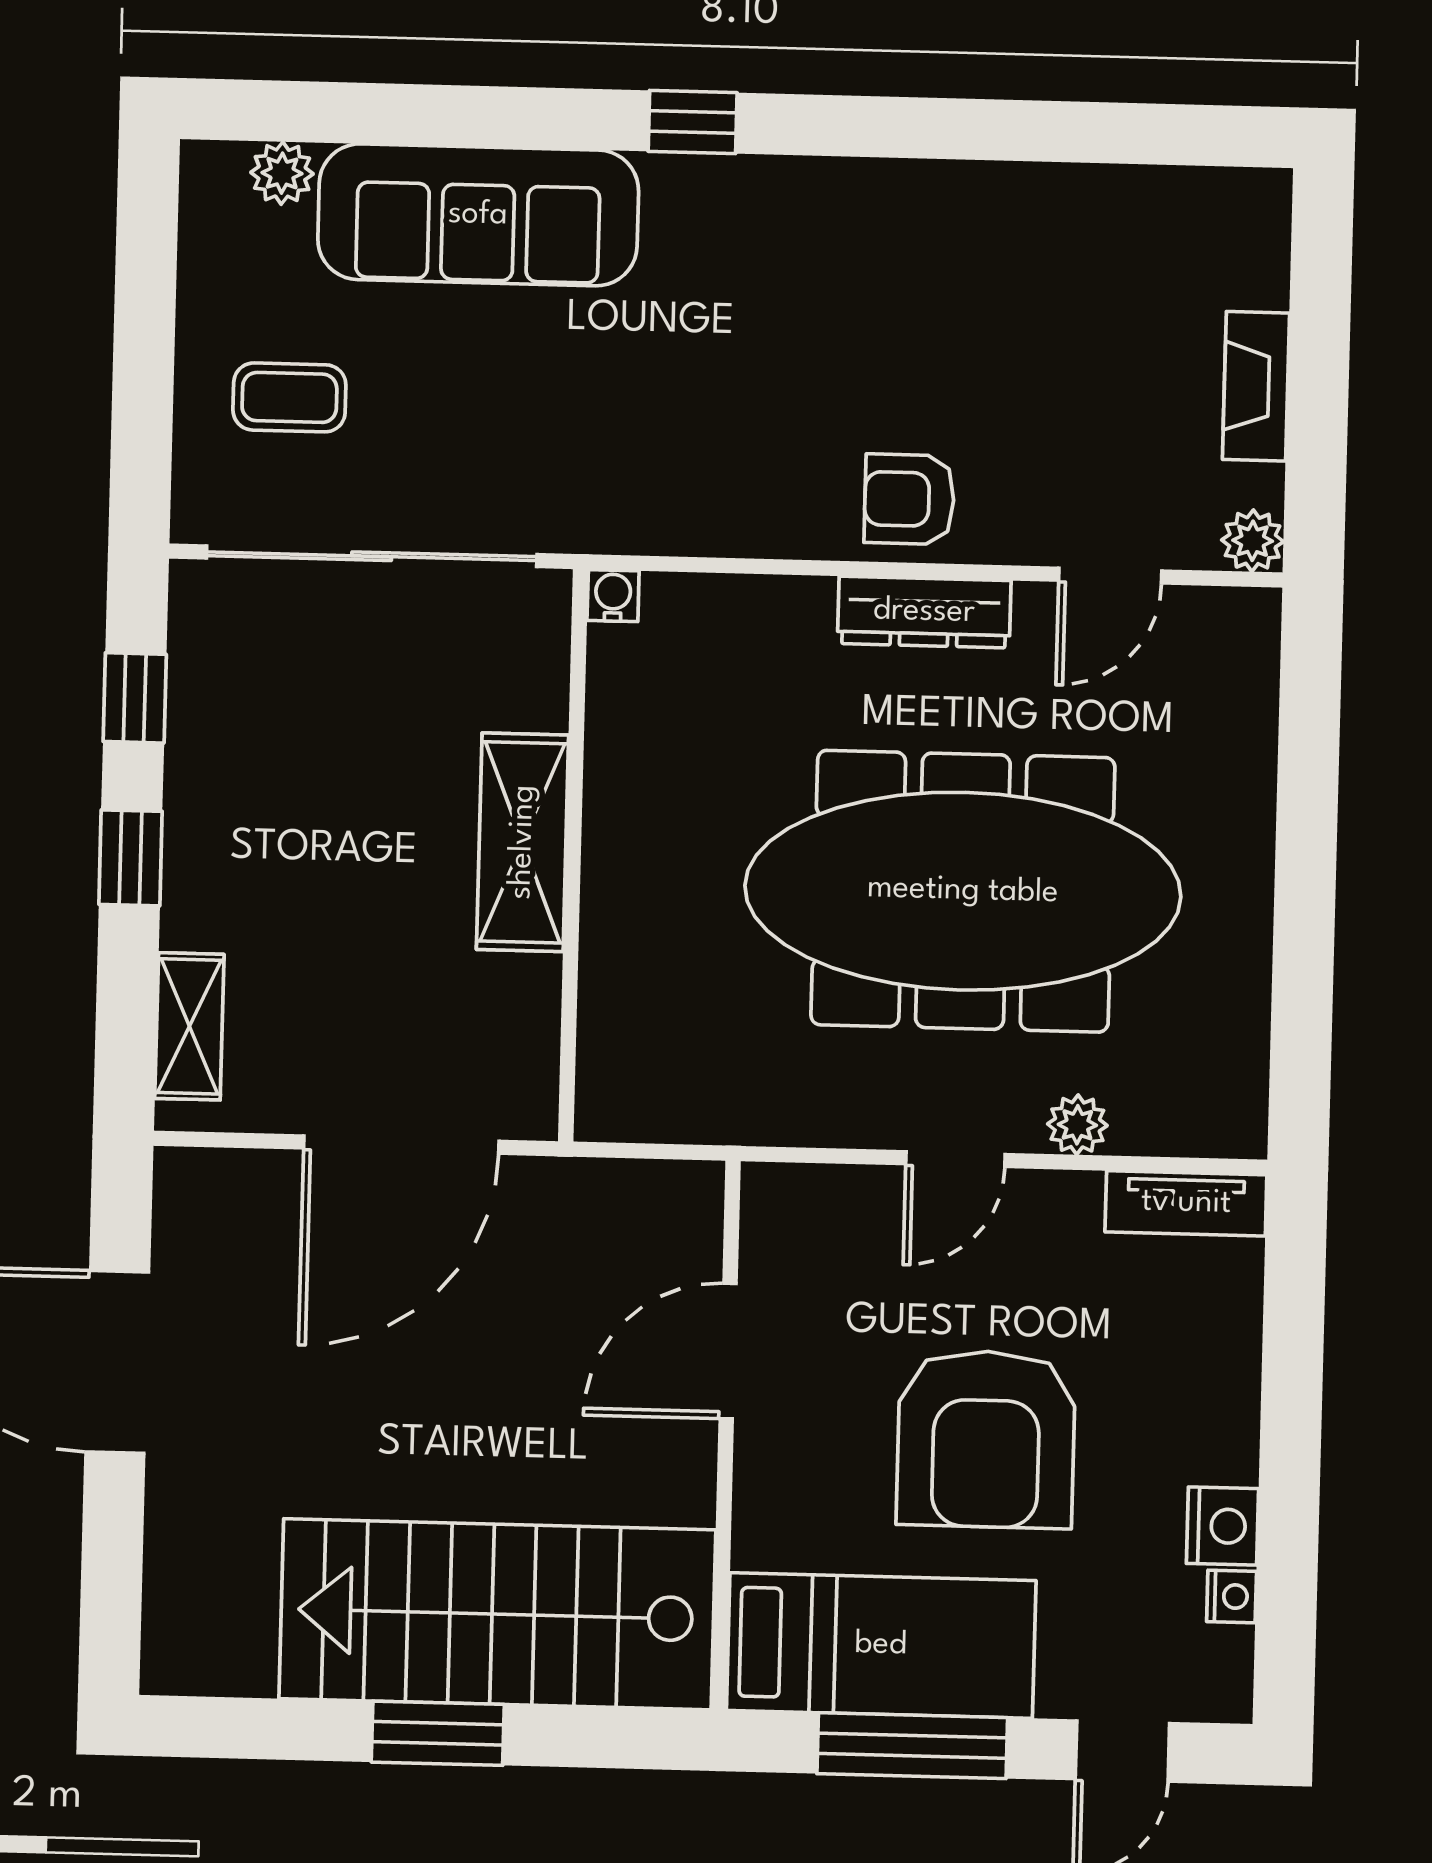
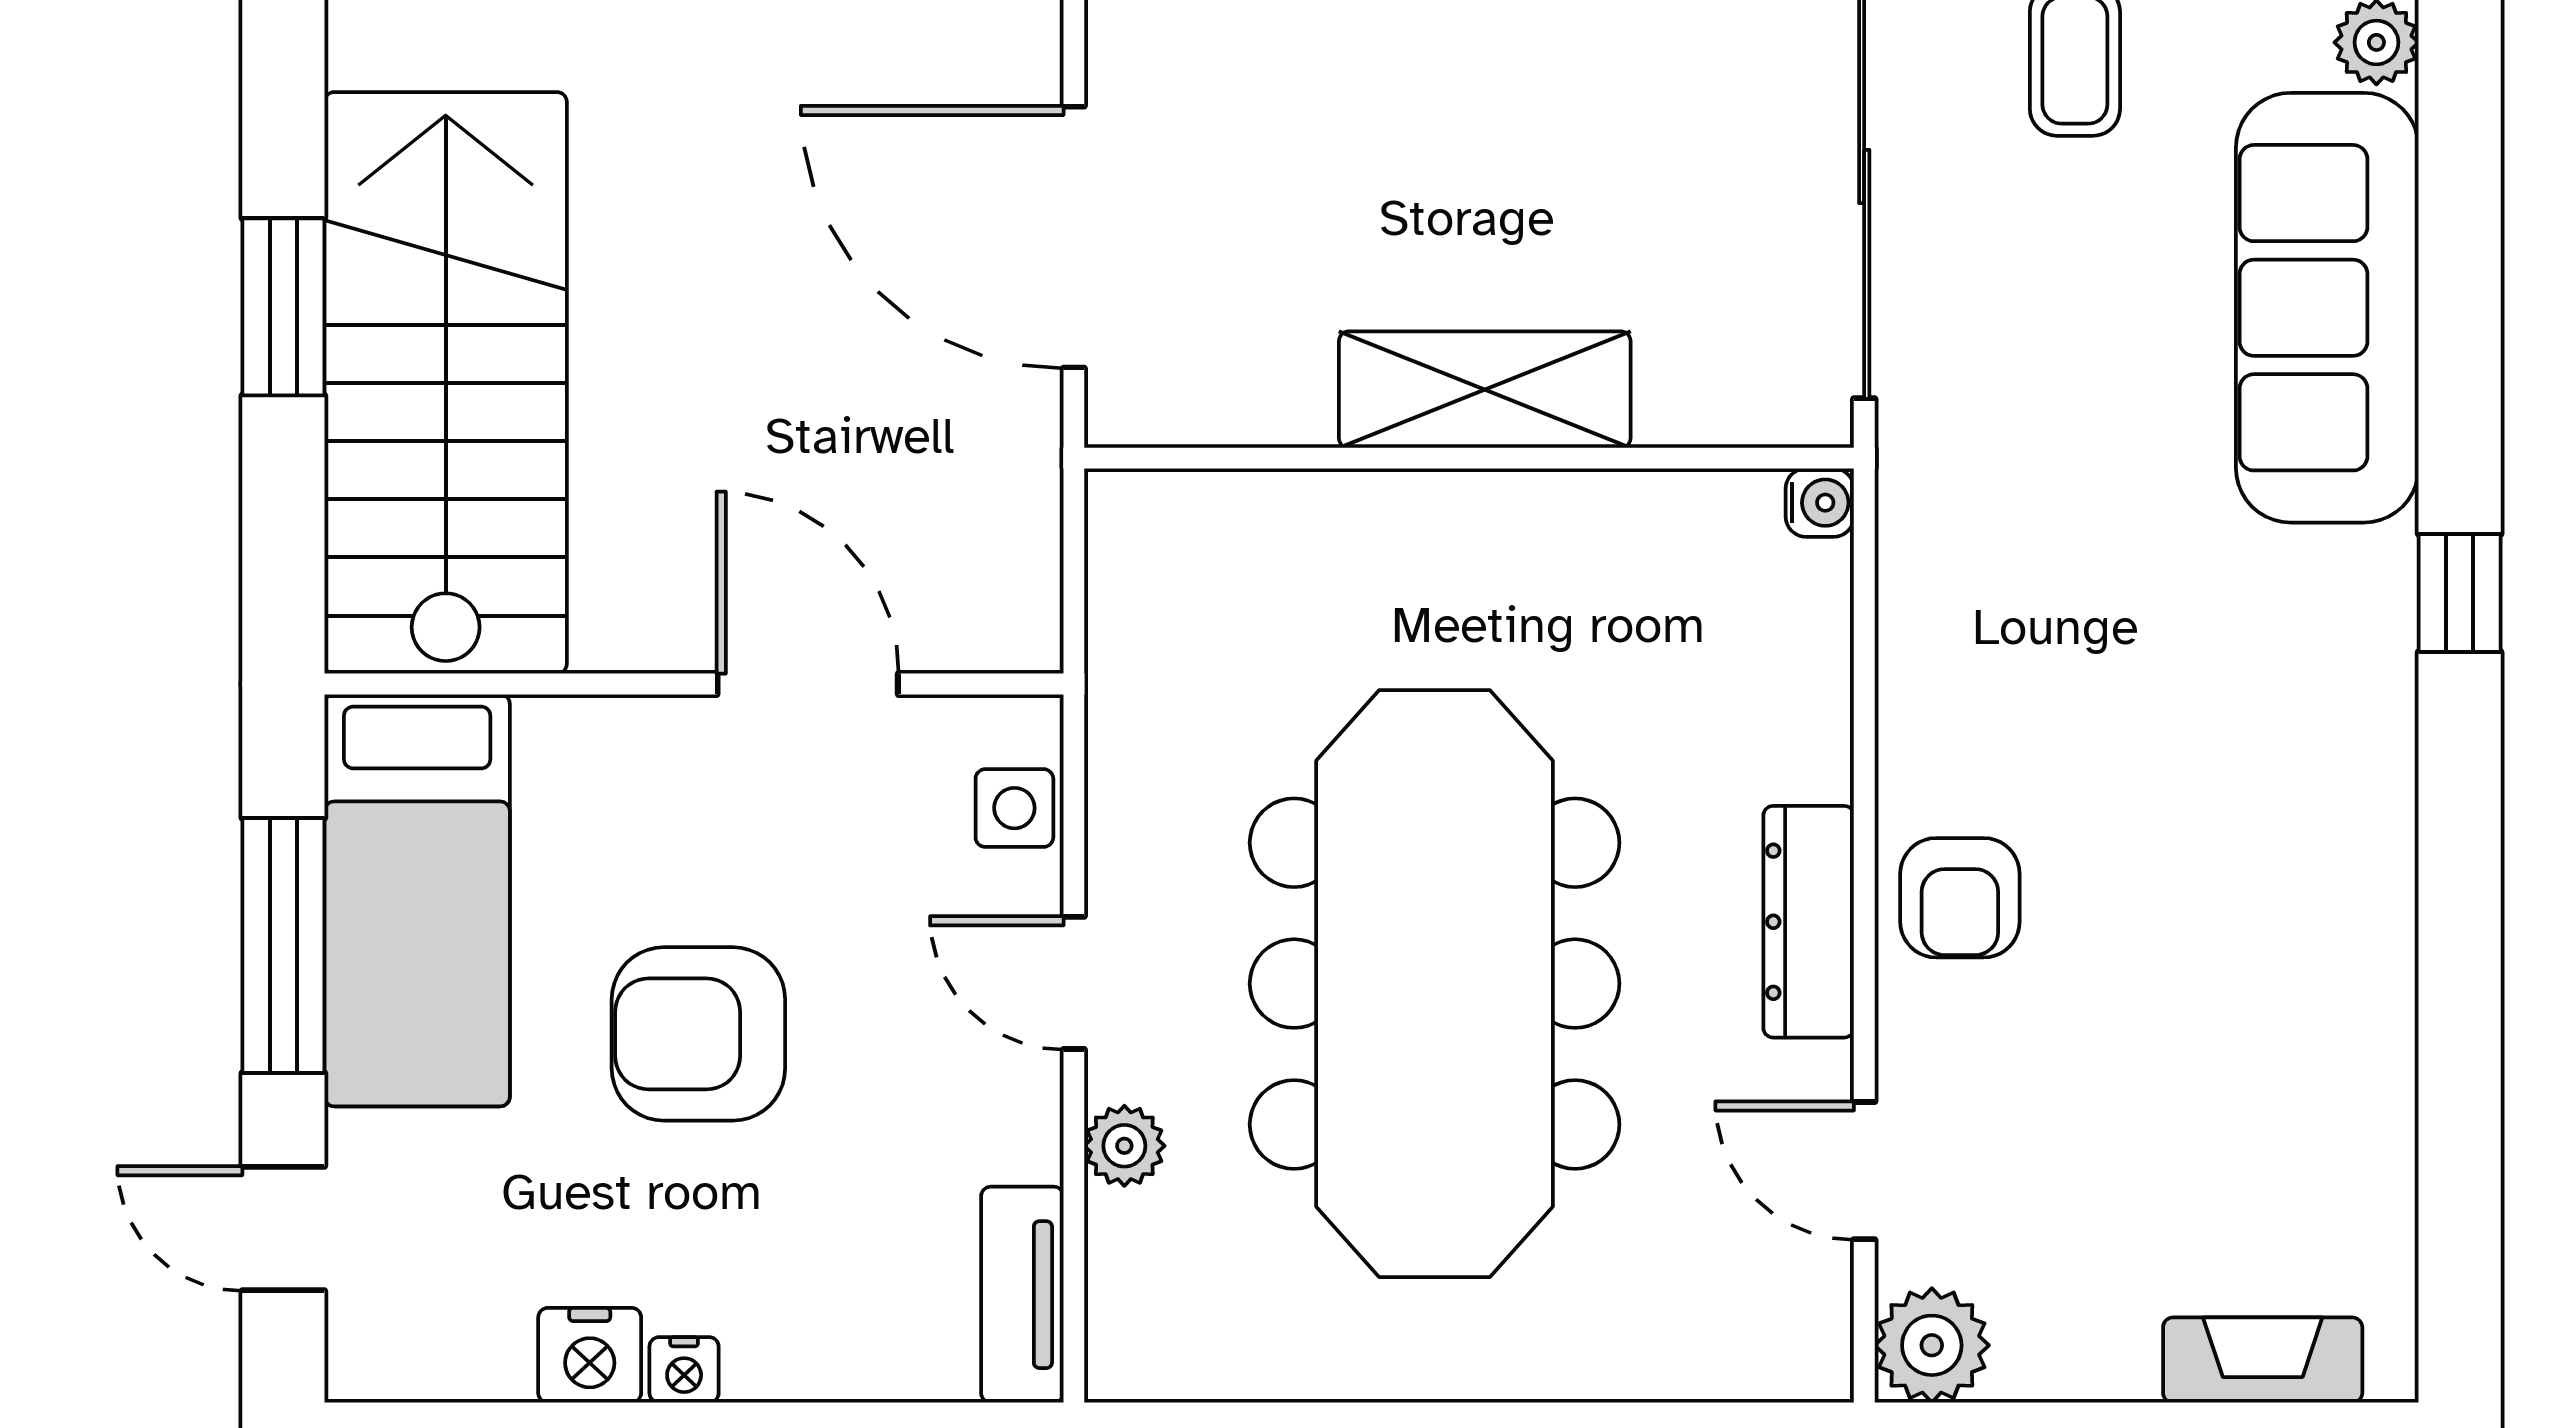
fireplace: (1256, 386) -> (2263, 1360), moved
armchair: (909, 499) -> (1960, 898), turned 180
plant: (1253, 541) -> (1932, 1345), width x1.38, depth x1.38
side table: (824, 1200) -> (1014, 808), added
armchair: (986, 1439) -> (698, 1034), width x0.73, depth x0.73
nightstand: (1232, 1596) -> (684, 1370), moved

